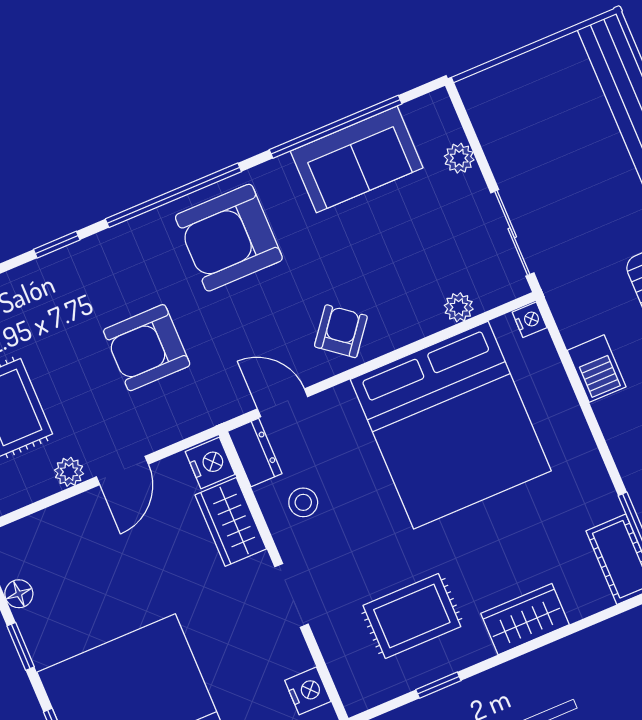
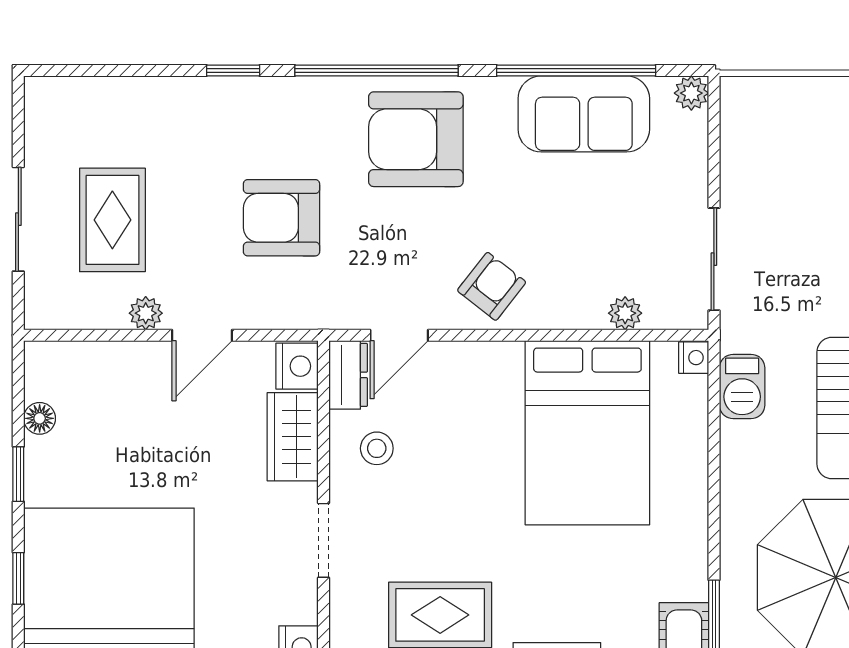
plant: (459, 158) -> (691, 93), moved
barbecue: (597, 369) -> (742, 386), moved
door: (283, 403) -> (399, 335), swing flipped
bed: (451, 425) -> (587, 433), width x0.73

